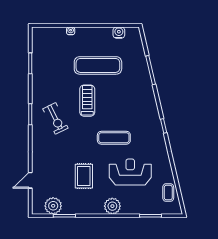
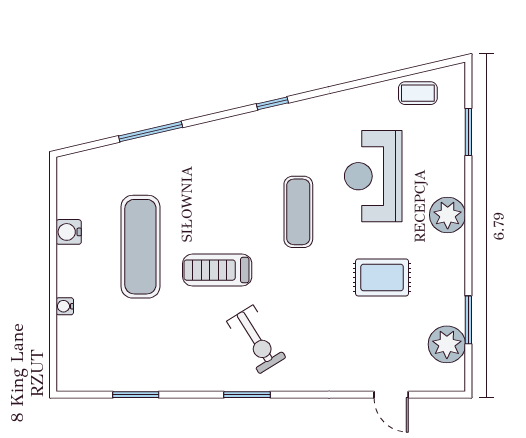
water cooler: (119, 33) -> (69, 232), moved
exercise bike: (55, 118) -> (256, 339), turned 84

